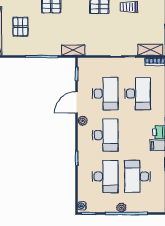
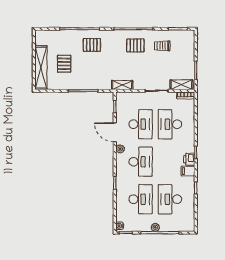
shelving: (73, 50) -> (122, 85), moved
desk: (138, 94) -> (170, 124), turned 180
door: (77, 102) -> (115, 132), hinge flipped

